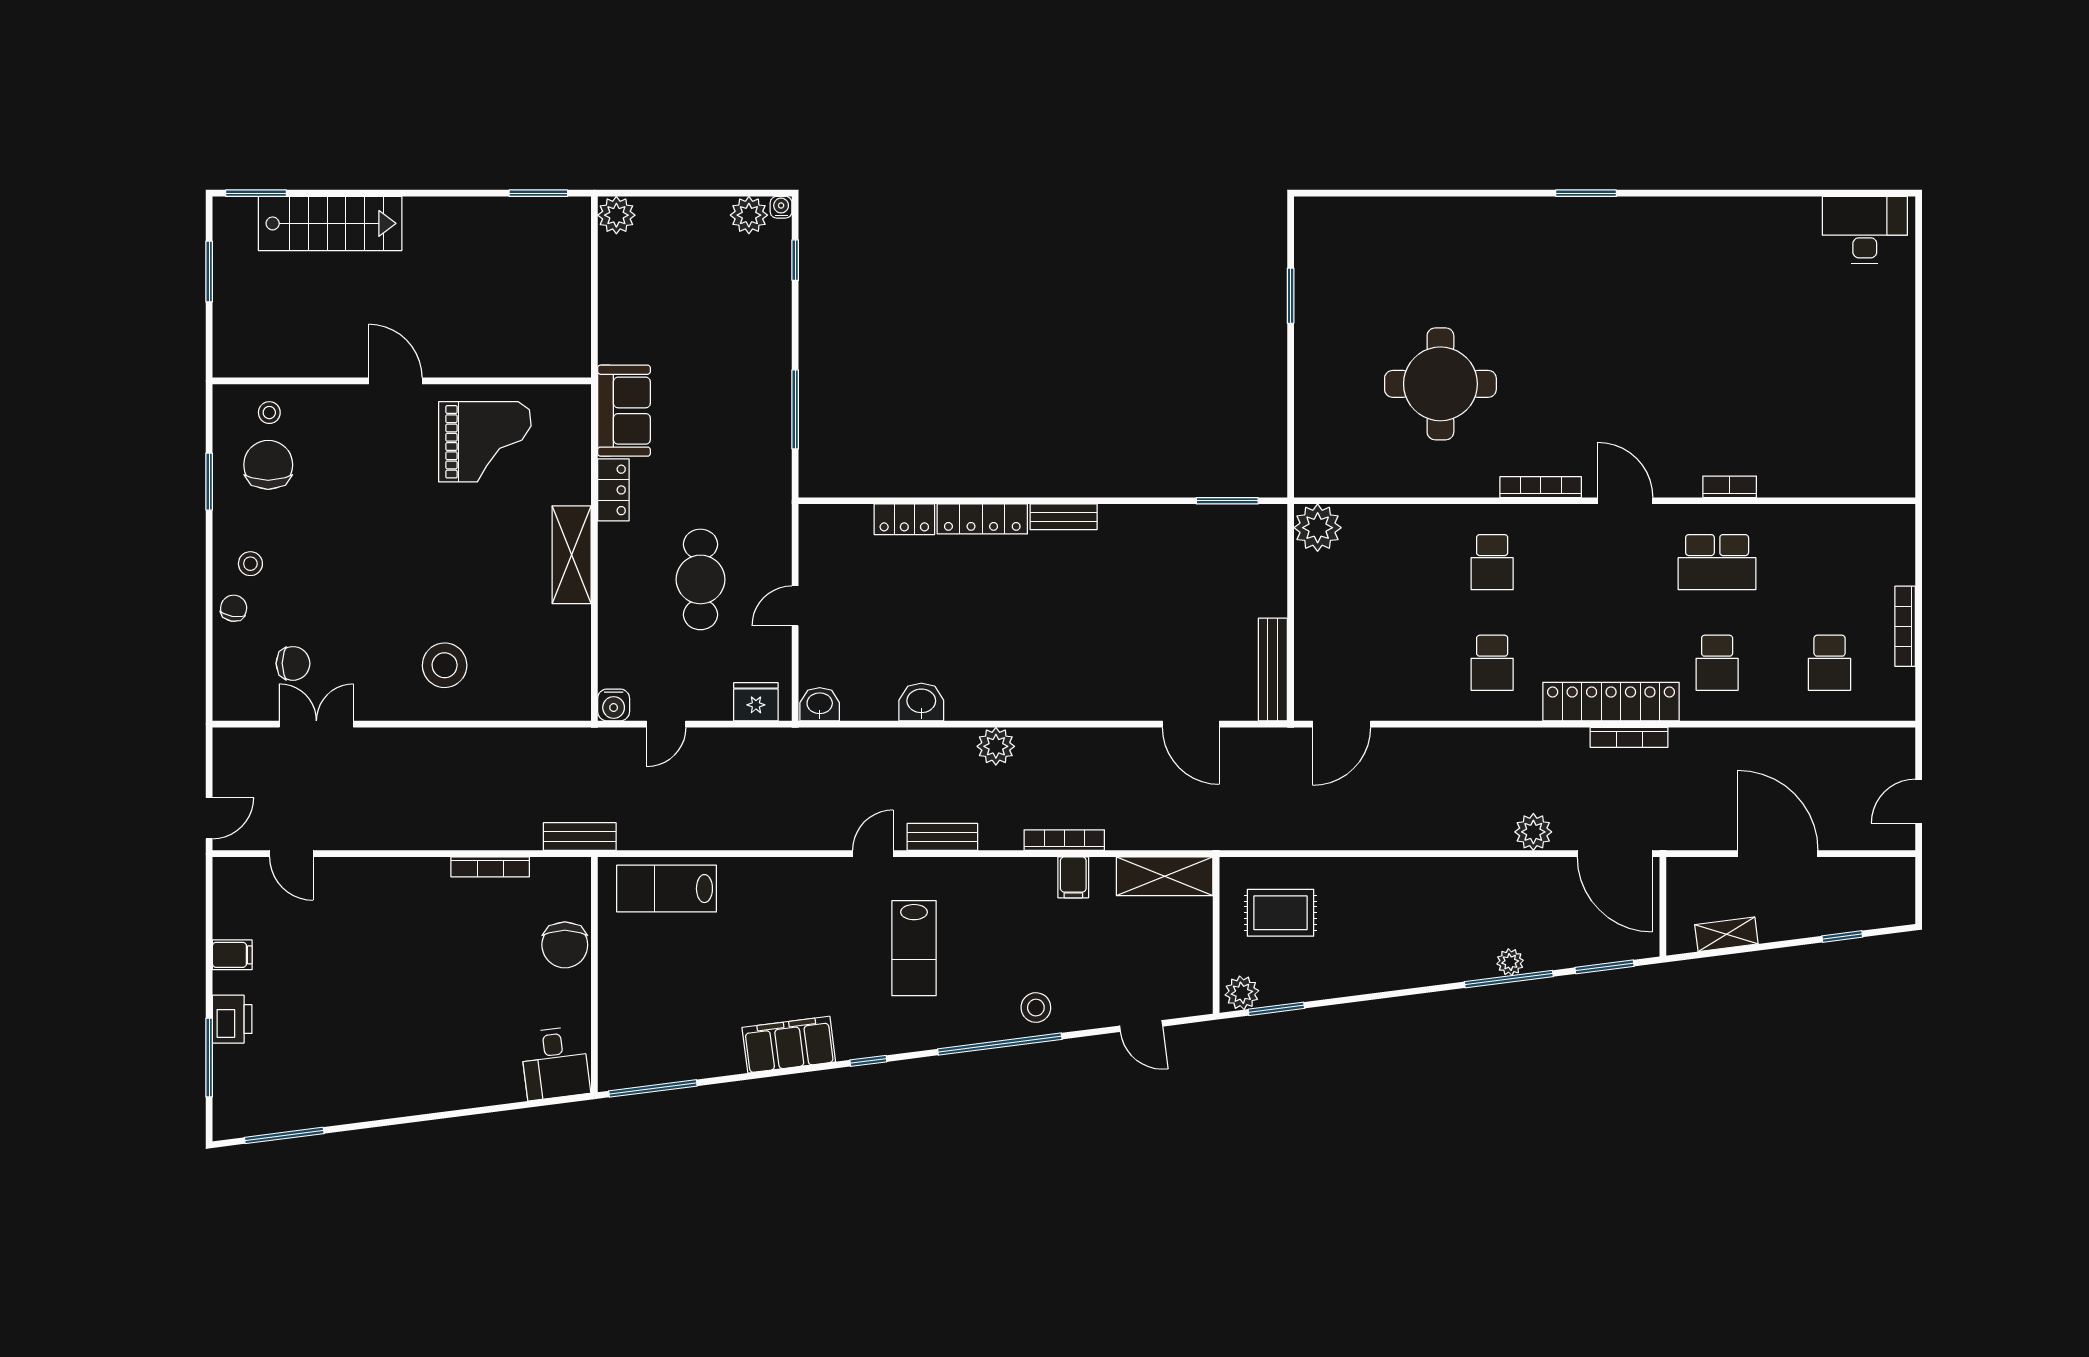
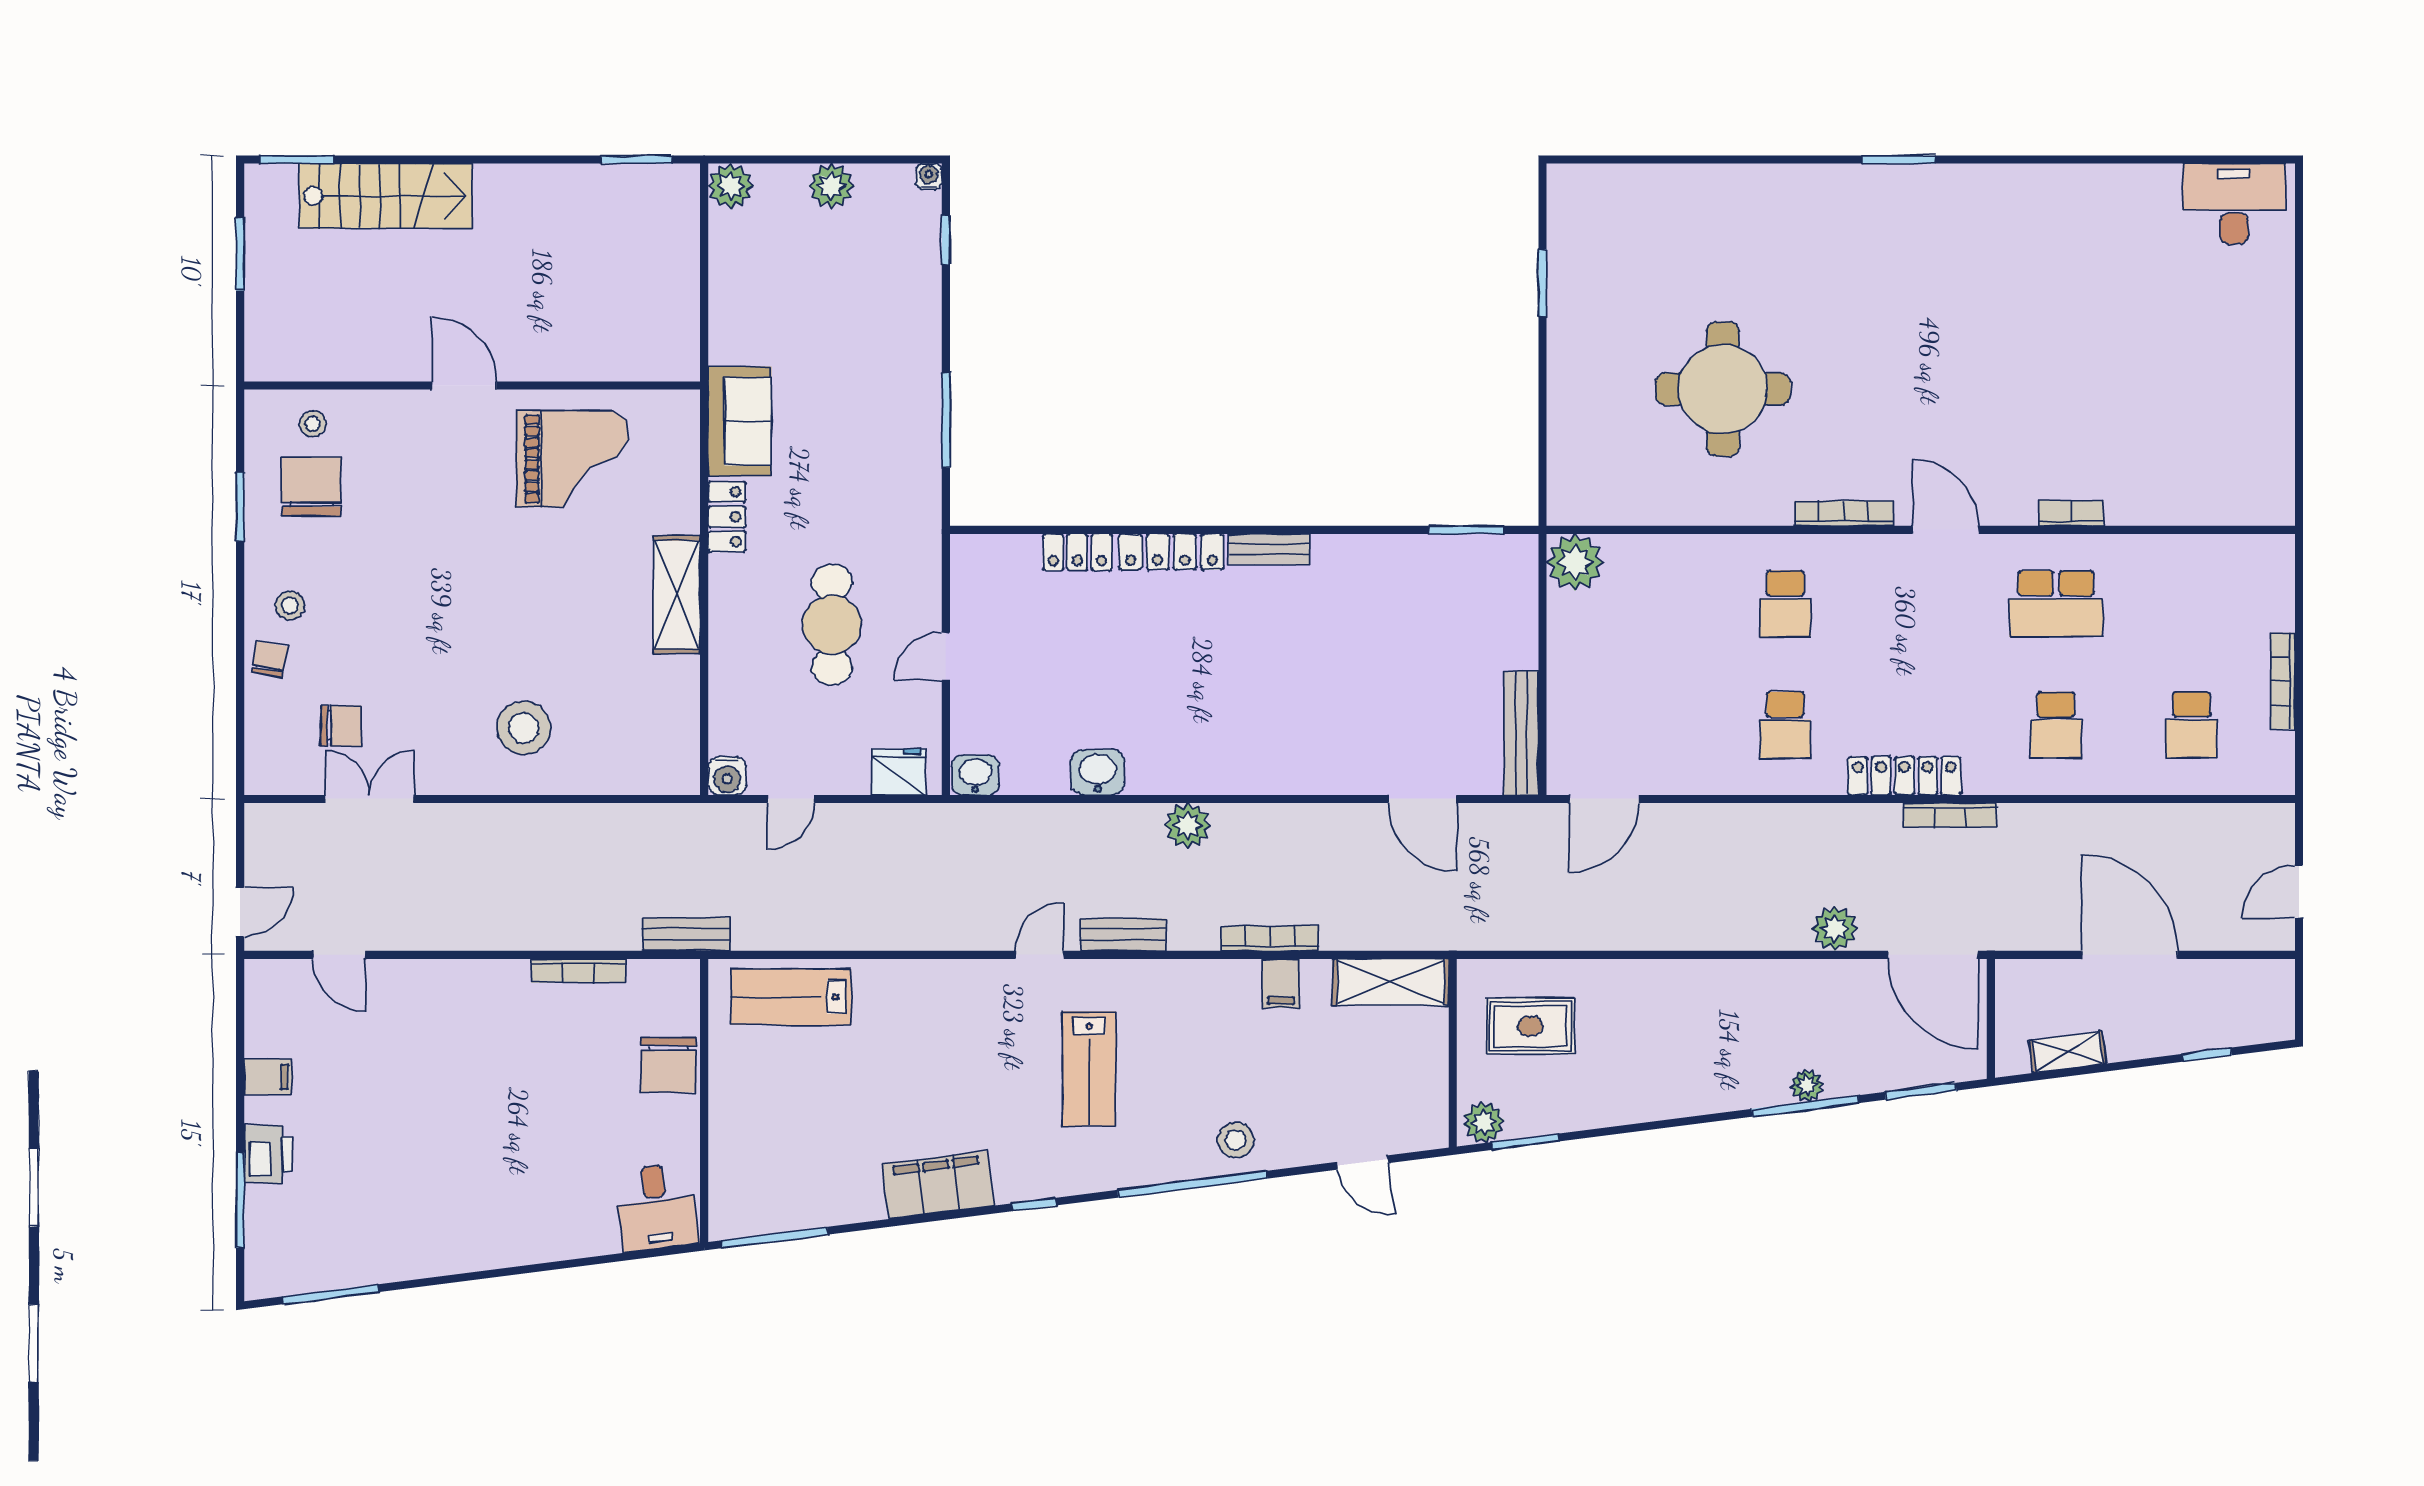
plant: (749, 215) -> (831, 186), moved
locker: (1611, 702) -> (1904, 776), width x0.71, depth x0.83

